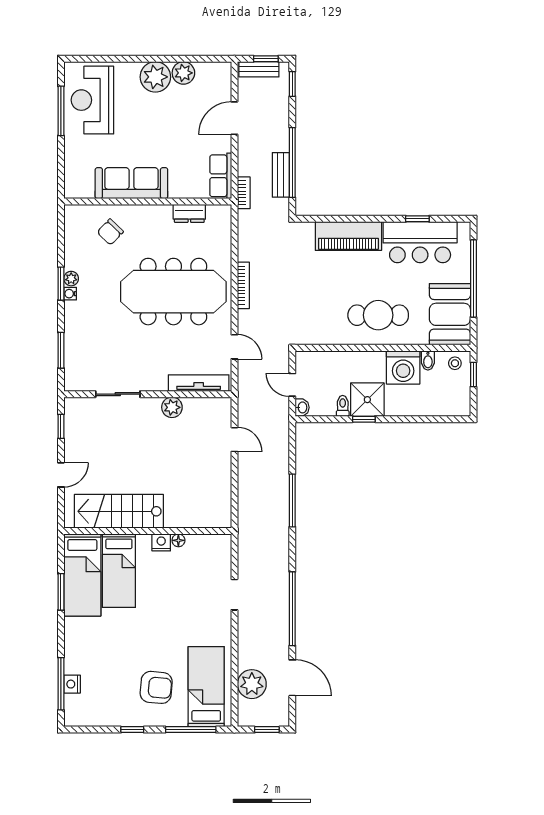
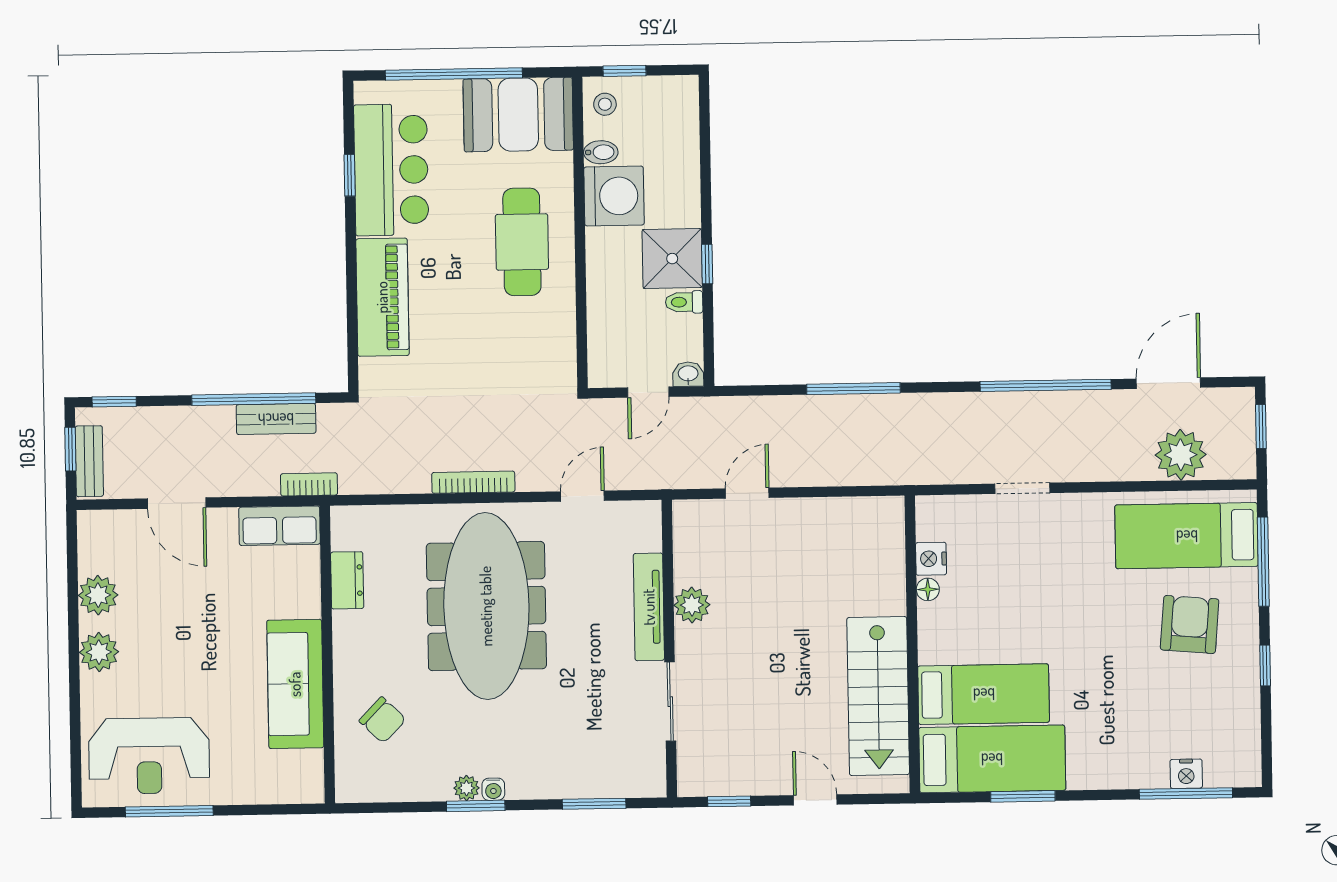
plant: (155, 77) -> (99, 652), width x0.73, depth x0.73
tv unit: (199, 383) -> (649, 607), moved
nightstand: (161, 542) -> (931, 559), moved

